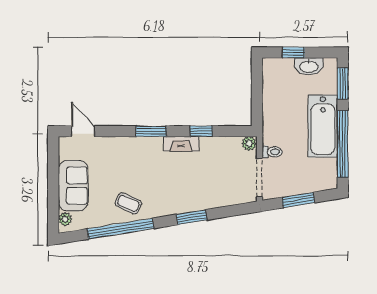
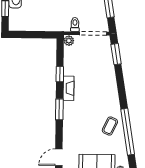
window: (192, 217) -> (116, 54), moved

